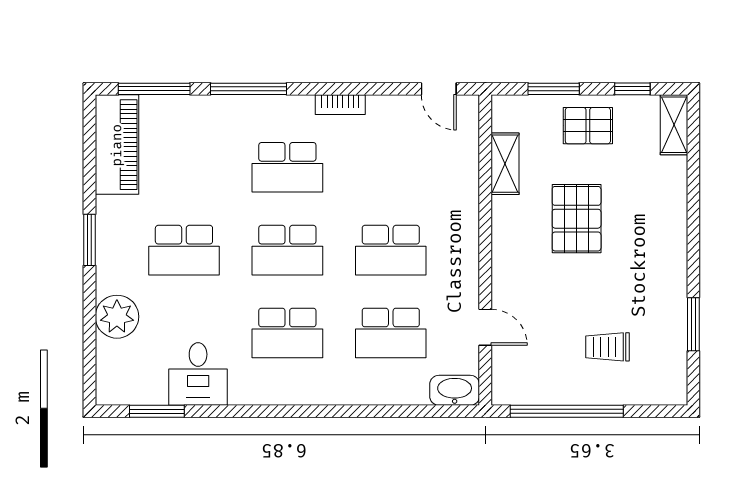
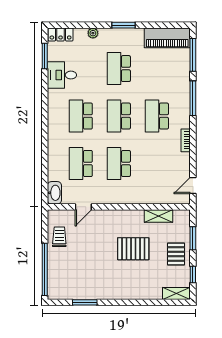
plant: (117, 317) -> (93, 33), width x0.53, depth x0.53
trolley: (608, 347) -> (59, 237), moved
locker: (110, 377) -> (61, 34), added
window: (567, 411) -> (45, 269), moved

